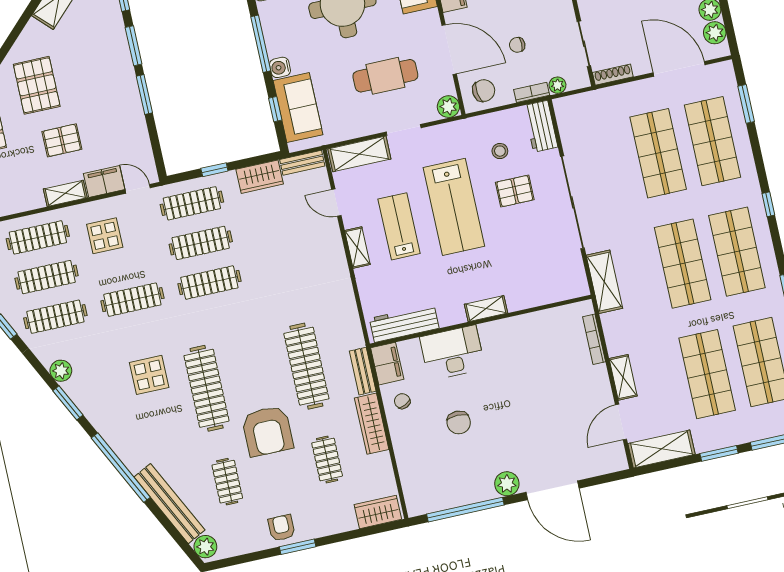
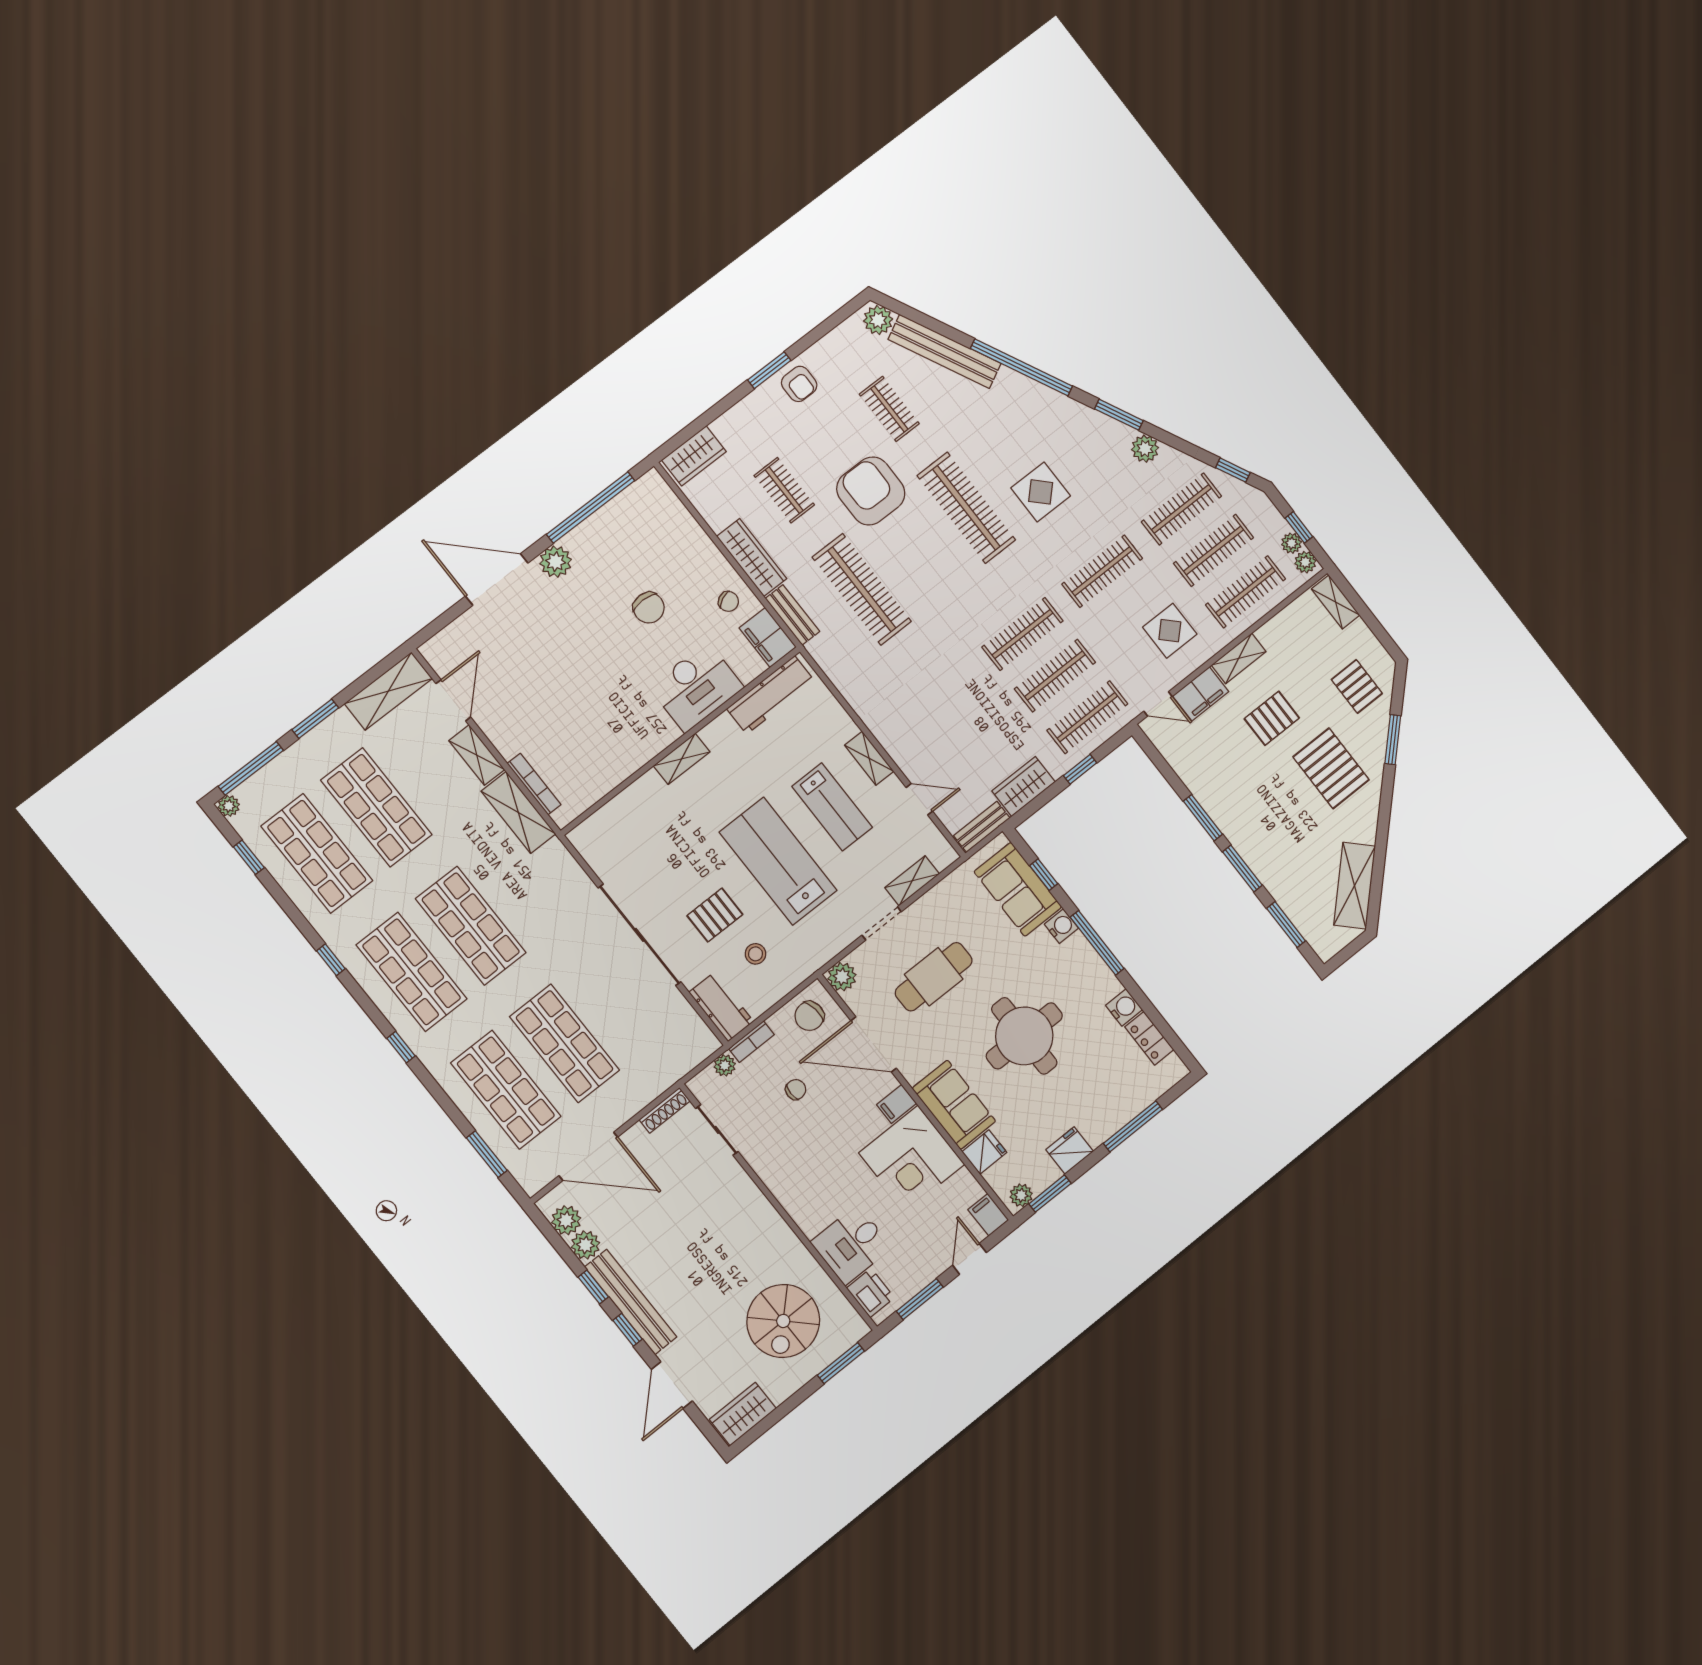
shelving: (359, 154) -> (912, 881), width x0.67, depth x0.75
shelving: (604, 282) -> (518, 812), moved
chair: (459, 422) -> (649, 608), turned 180

